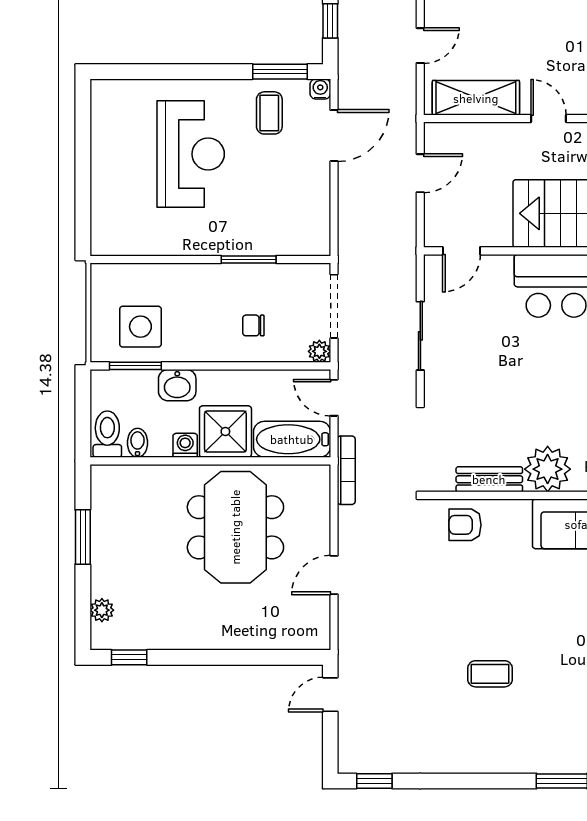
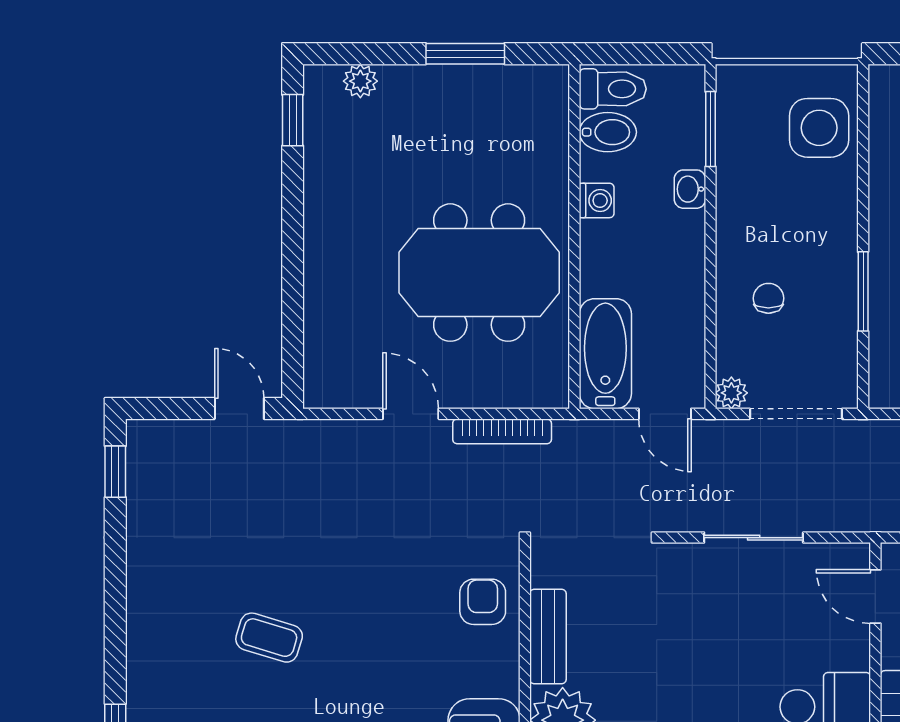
side table: (140, 327) -> (819, 128), moved
washbasin: (177, 385) -> (690, 189), width x0.72, depth x0.69
door: (334, 398) -> (665, 414), swing flipped
shower: (225, 432) -> (616, 258), removed
bidet: (137, 443) -> (608, 132), width x1.38, depth x1.36
bookcase: (346, 470) -> (502, 431), moved
coffee table: (490, 674) -> (269, 638), turned -73

